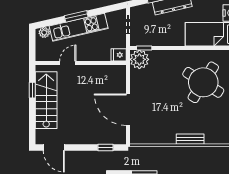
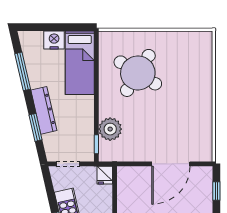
plant: (139, 59) -> (110, 129), moved
bench: (190, 139) -> (206, 89), removed

